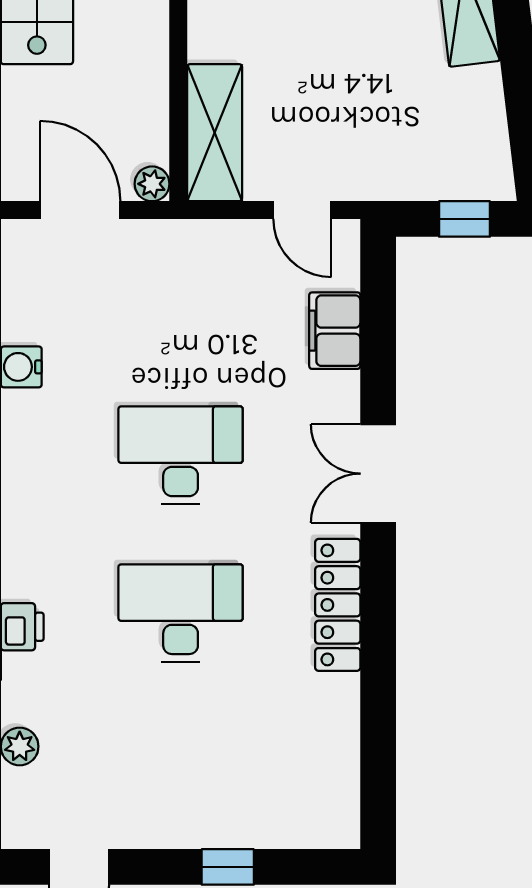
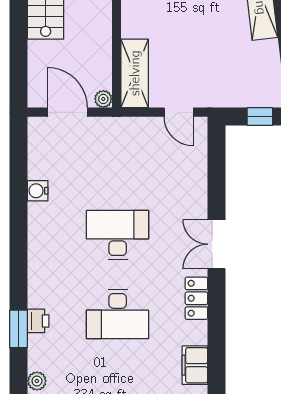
filing cabinet: (335, 331) -> (195, 365), moved
locker: (338, 605) -> (196, 298), width x0.66
desk: (181, 613) -> (118, 314), turned 180

